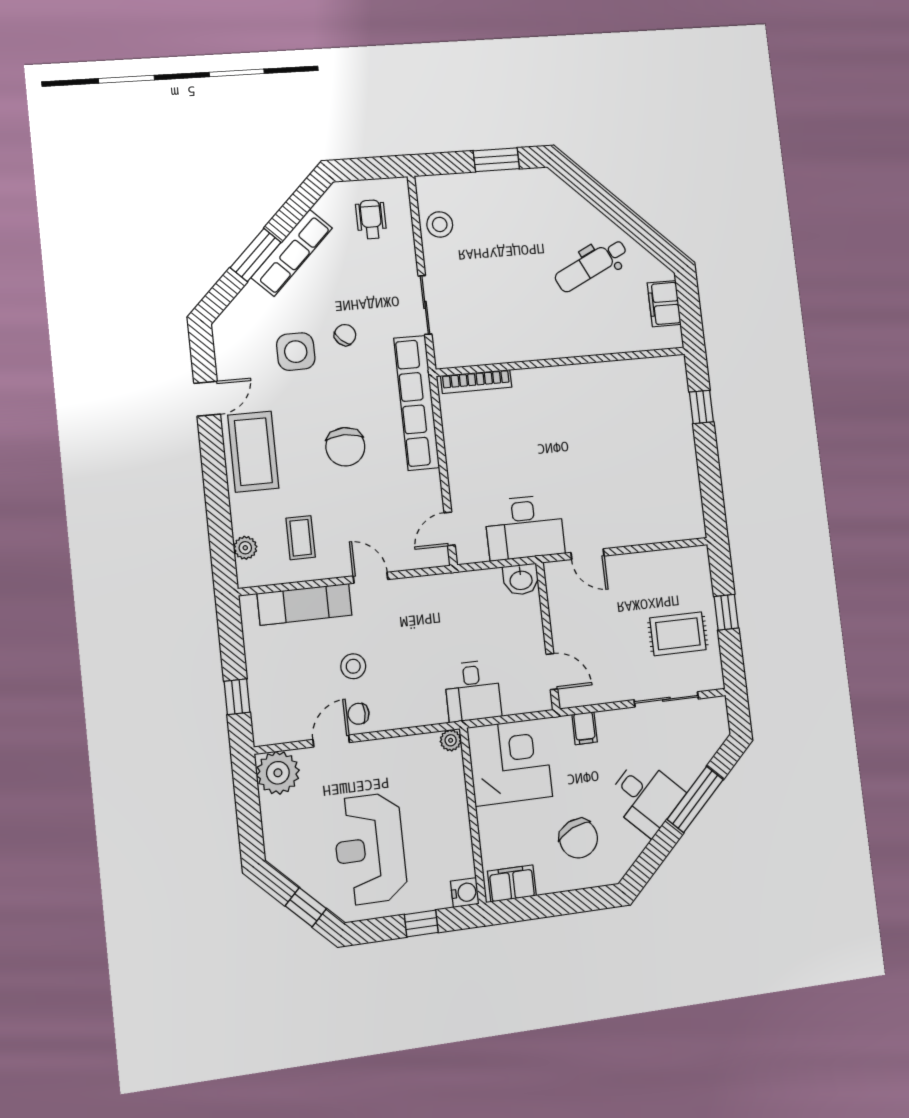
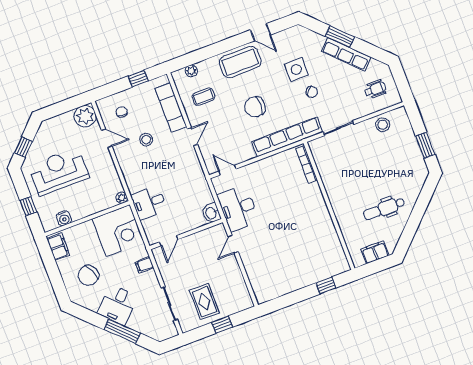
dental chair: (591, 265) -> (384, 209), turned -64
window: (237, 697) -> (138, 79), moved
chair: (359, 714) -> (122, 112), moved
water cooler: (465, 893) -> (64, 218), moved

